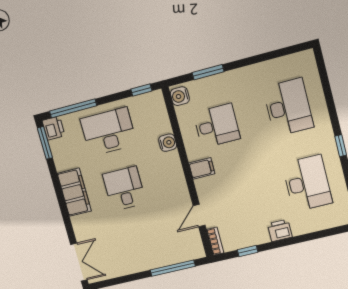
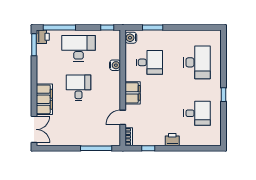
filing cabinet: (202, 168) -> (133, 93), width x2.00
desk: (307, 183) -> (197, 113), width x0.73
filing cabinet: (74, 192) -> (44, 99), moved

